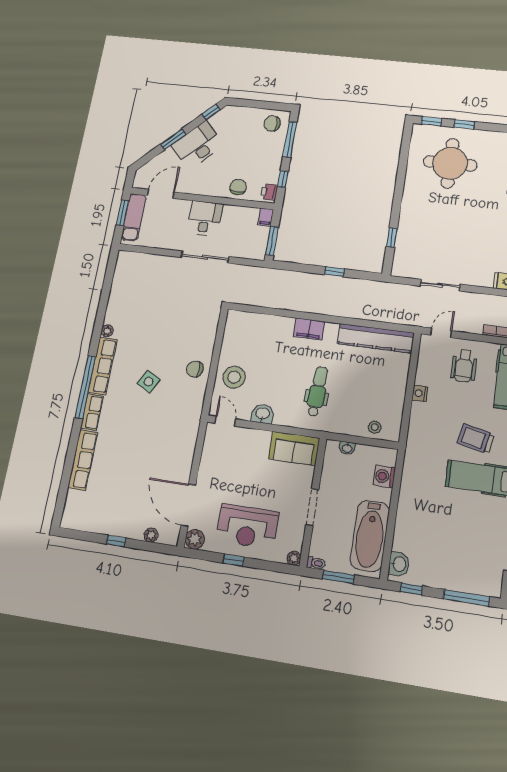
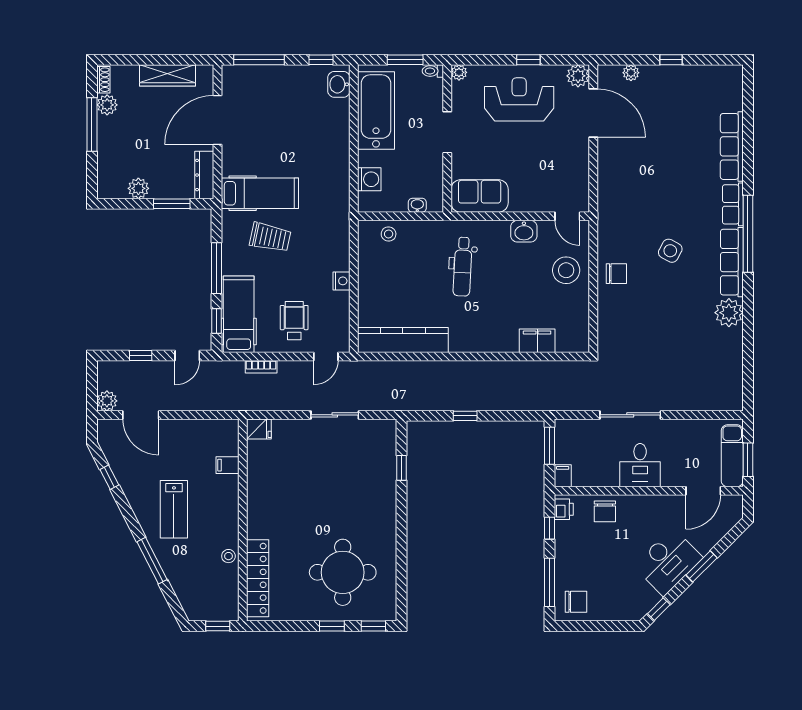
filing cabinet: (309, 329) -> (537, 341), moved
plant: (107, 331) -> (729, 313), width x1.88, depth x1.88

